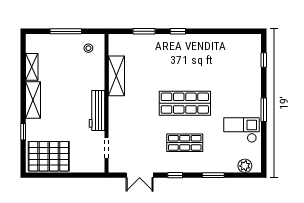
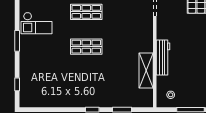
shop shelf: (185, 103) -> (86, 47), width x0.70, depth x0.74
workbench: (97, 110) -> (163, 58), moved

